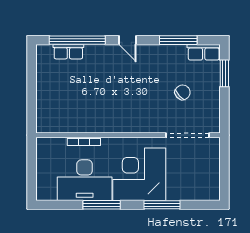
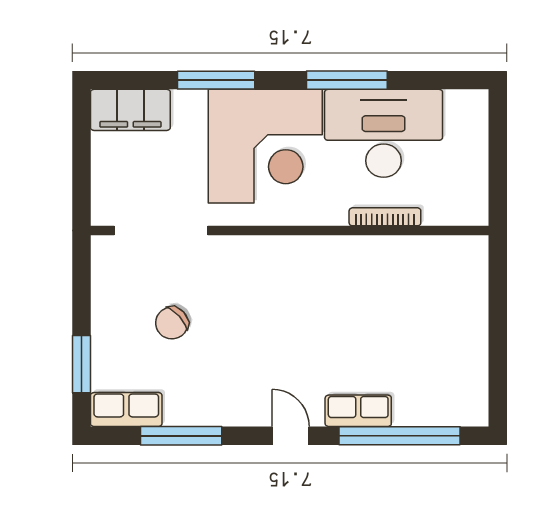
row of seats: (68, 52) -> (358, 411), moved
filing cabinet: (202, 191) -> (130, 110), added

